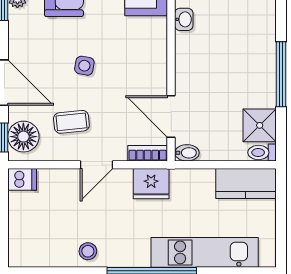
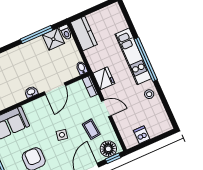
washbasin: (184, 19) -> (31, 92), moved
window: (281, 74) -> (36, 35), moved
door: (171, 116) -> (55, 89), moved
dishwasher: (22, 179) -> (142, 135), moved
kitchen unit: (205, 252) -> (133, 56), moved

